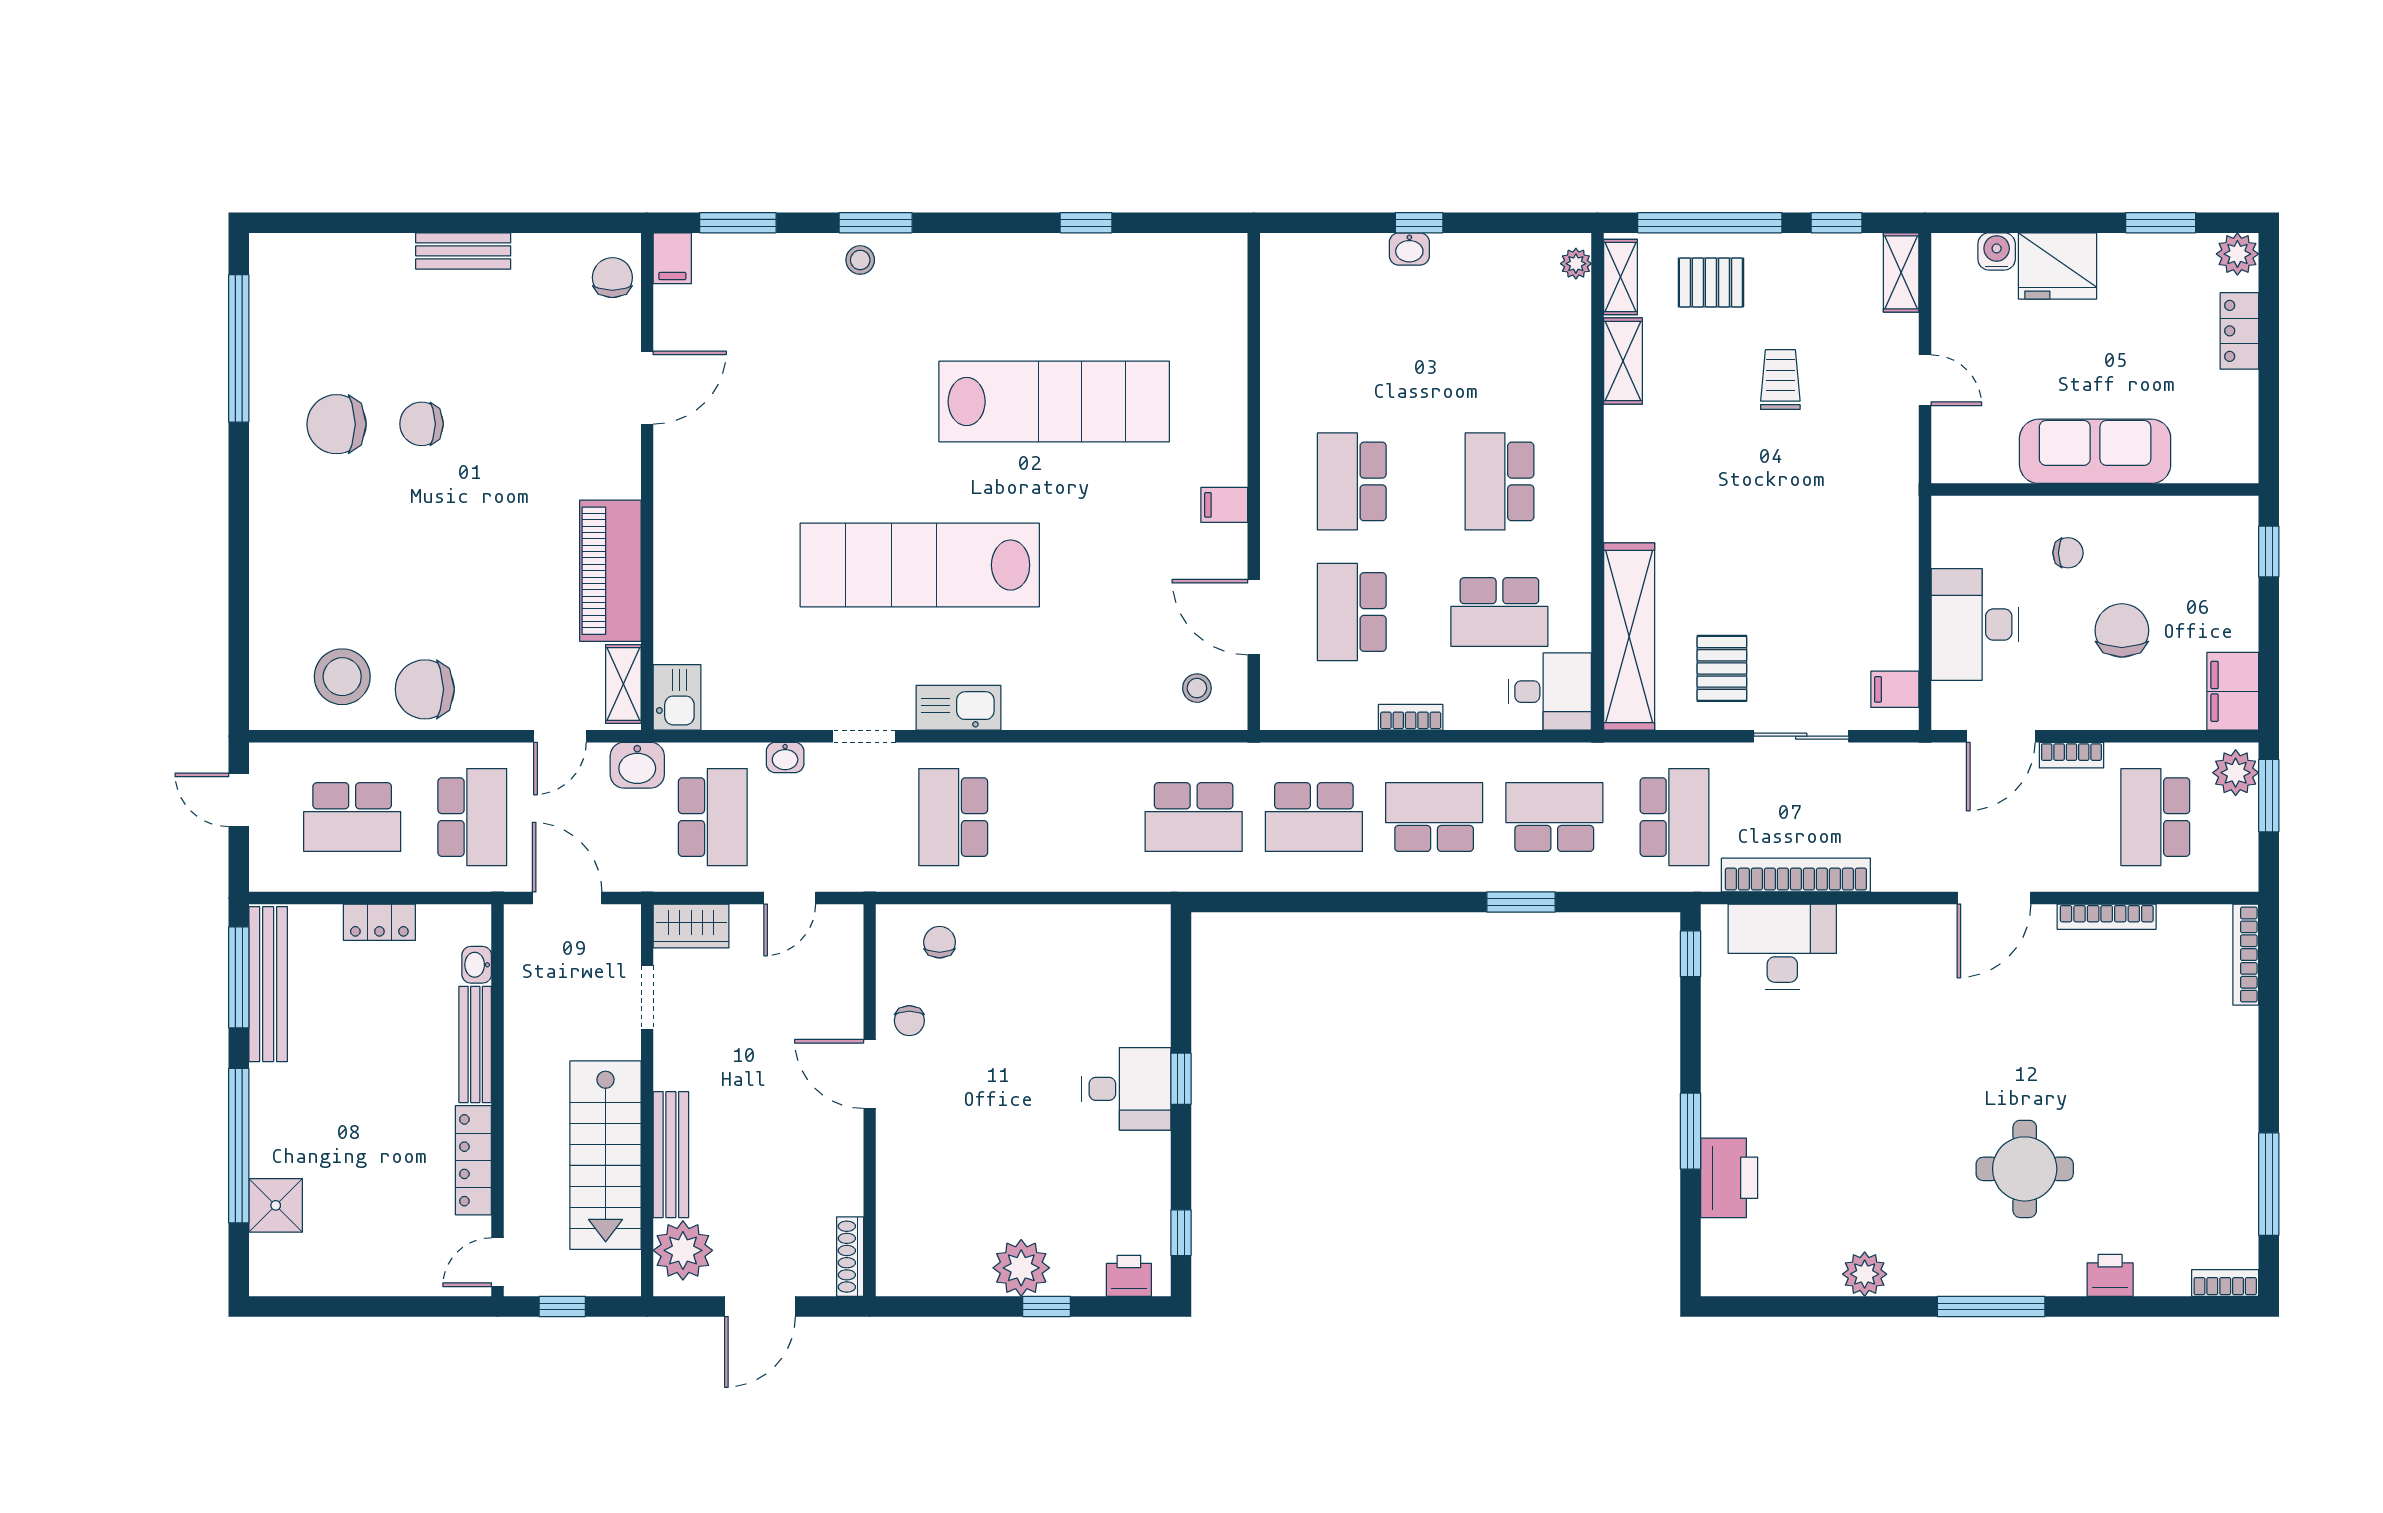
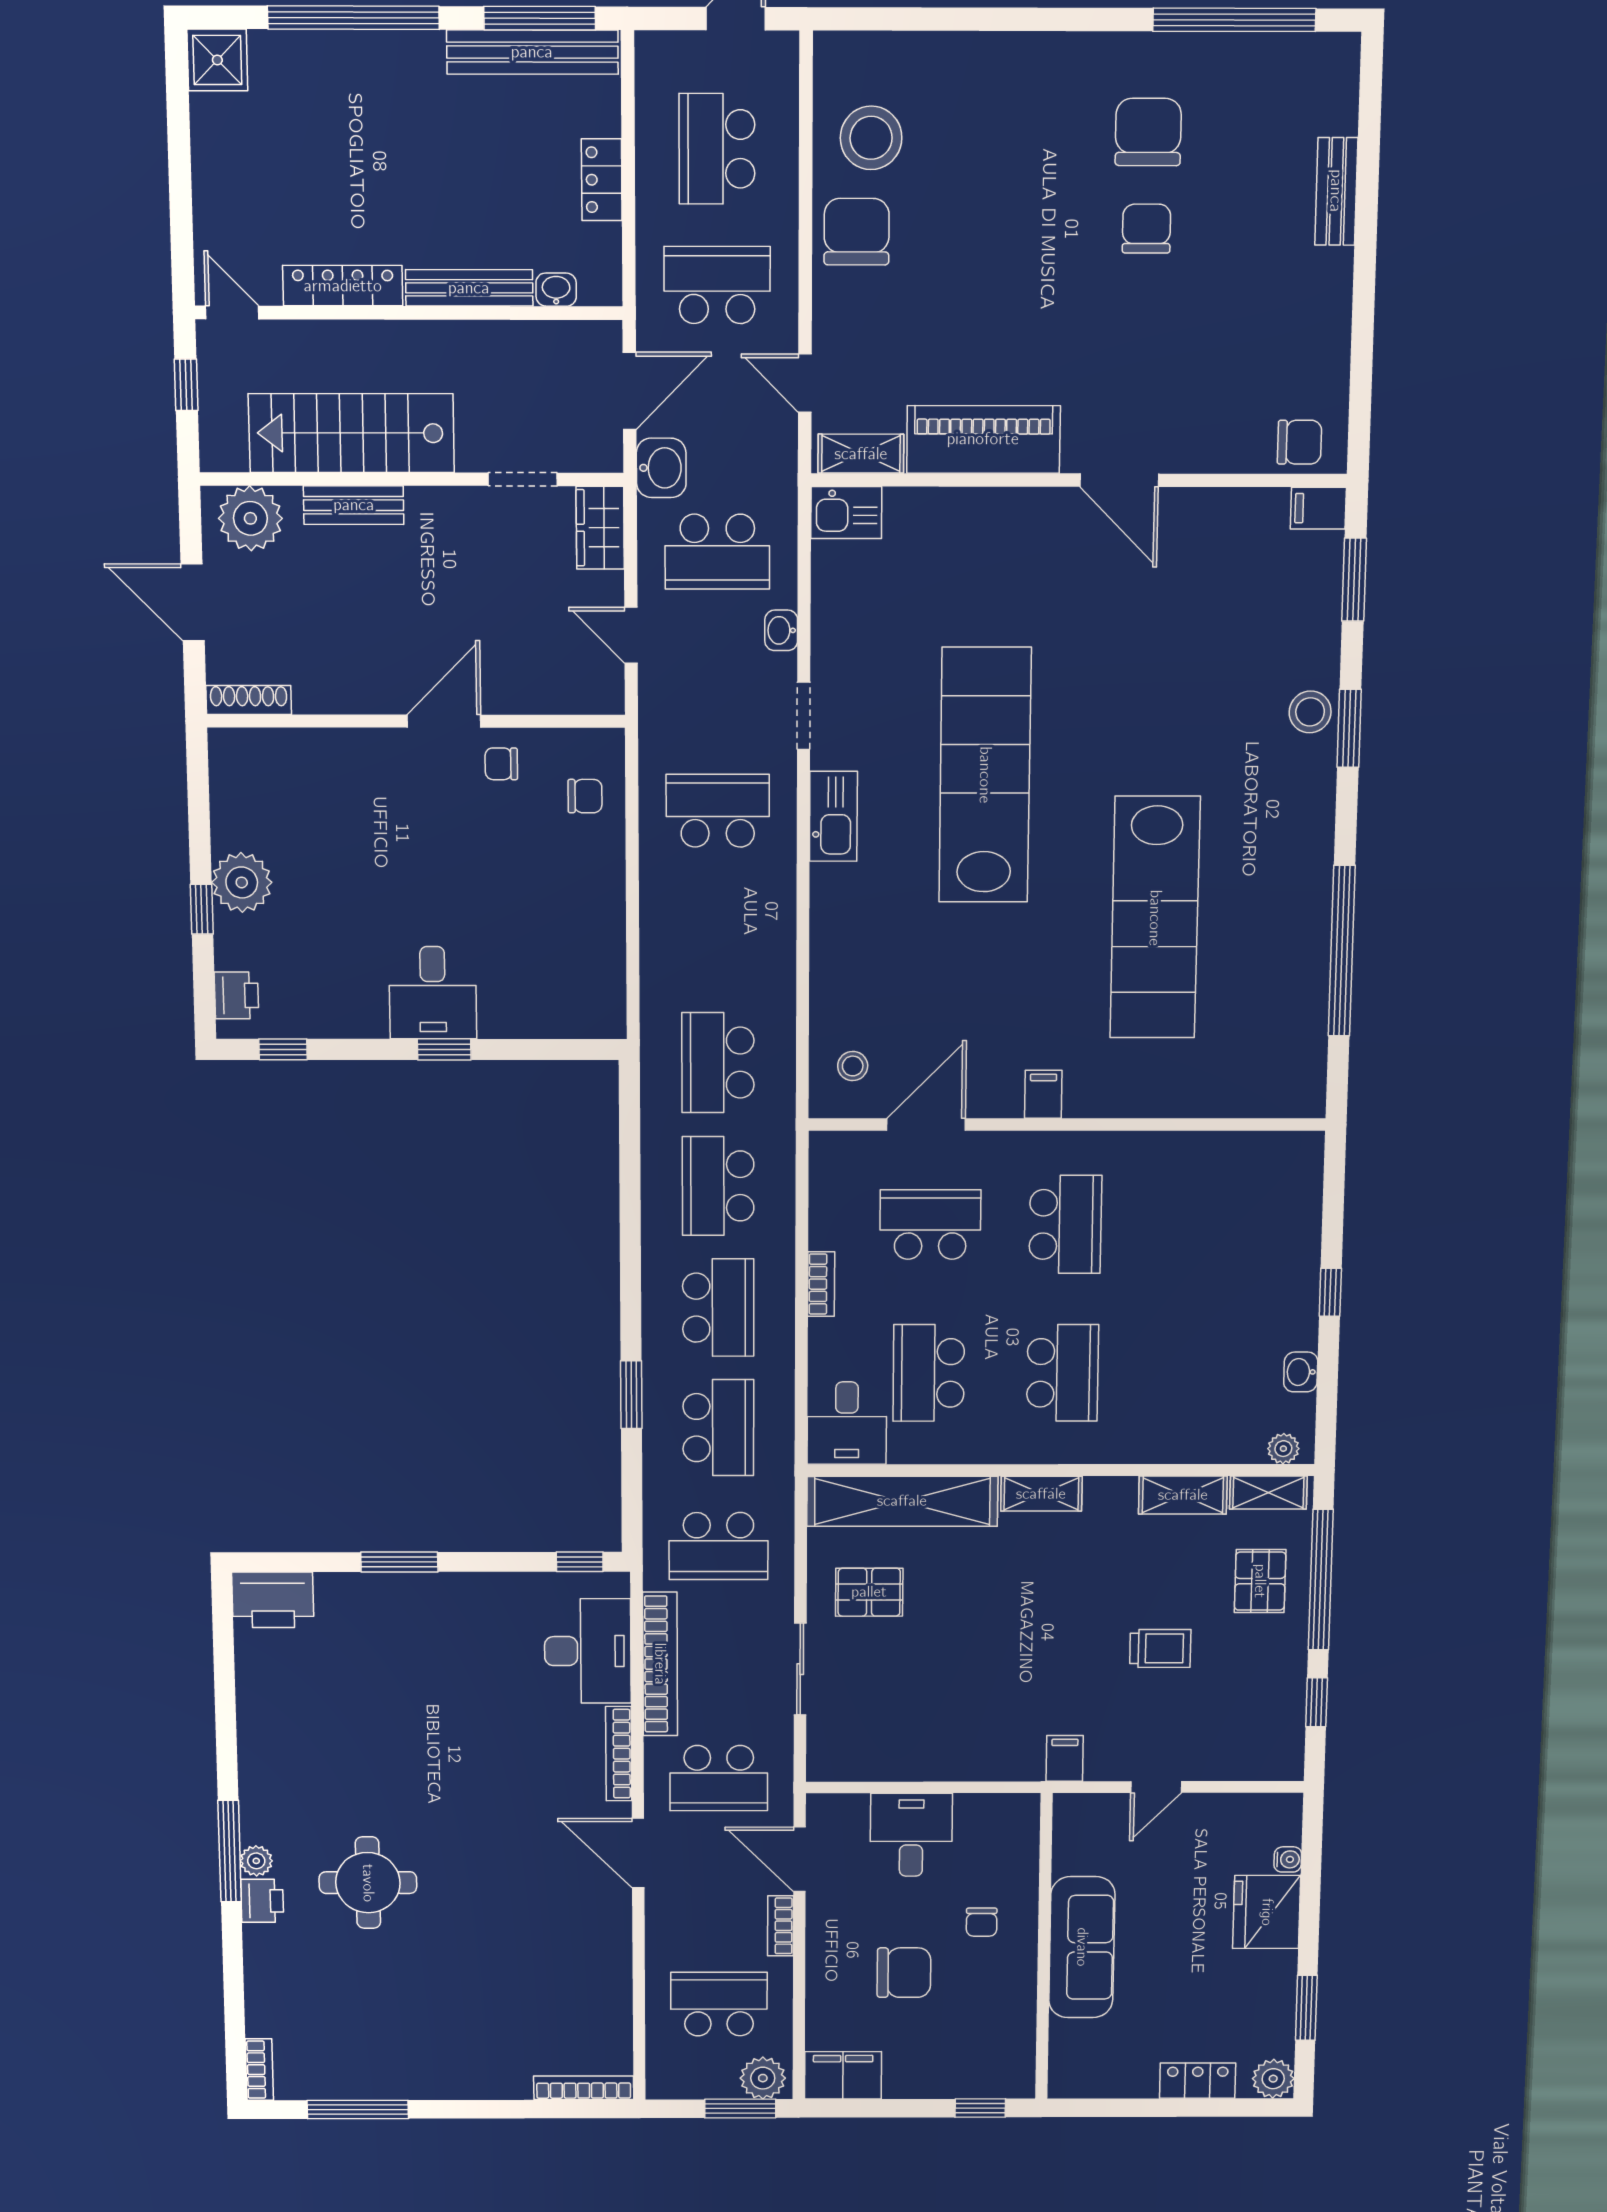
window: (1086, 223) -> (1342, 951), width x3.17
washbasin: (1409, 249) -> (1301, 1372), moved
bench: (463, 251) -> (1336, 191), moved
water cooler: (1997, 251) -> (1288, 1859), width x0.72, depth x0.72
stool: (860, 260) -> (1310, 712), width x1.37, depth x1.37
shelving: (1901, 272) -> (1041, 1494), moved
door: (647, 388) -> (1119, 480), moved
school desk: (1352, 481) -> (1065, 1224), turned 90
school desk: (1499, 481) -> (1063, 1373), turned 90
desk: (1975, 625) -> (911, 1835), width x0.73
filing cabinet: (1895, 689) -> (1065, 1758), moved
washbasin: (637, 765) -> (661, 468), moved, turned 180
school desk: (472, 817) -> (717, 285), turned 180
school desk: (1915, 817) -> (719, 1778), added
bookcase: (2107, 917) -> (619, 1754), moved
bench: (671, 1155) -> (354, 505), width x0.73
printer: (1729, 1178) -> (273, 1600), moved
shower: (276, 1205) -> (217, 60), moved
plant: (1865, 1274) -> (256, 1861), moved, width x0.73, depth x0.73
printer: (2110, 1275) -> (262, 1901), moved

